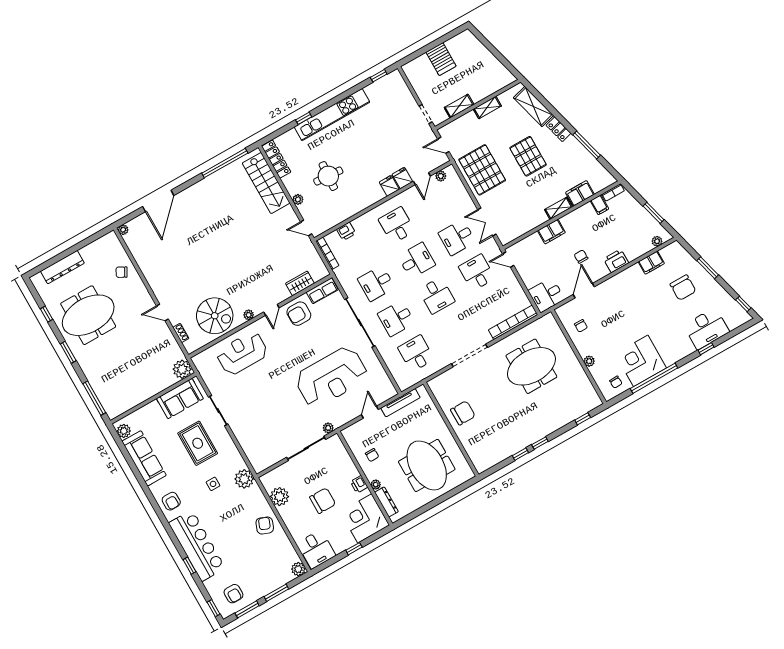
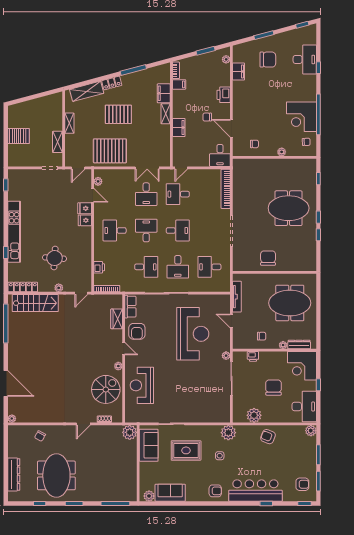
desk: (376, 283) -> (146, 267), turned -90
meeting table: (531, 366) -> (289, 208), moved, turned 90
sofa: (144, 458) -> (170, 493), width x0.73
printer: (359, 484) -> (253, 356), moved
desk: (316, 549) -> (304, 406), width x1.37

